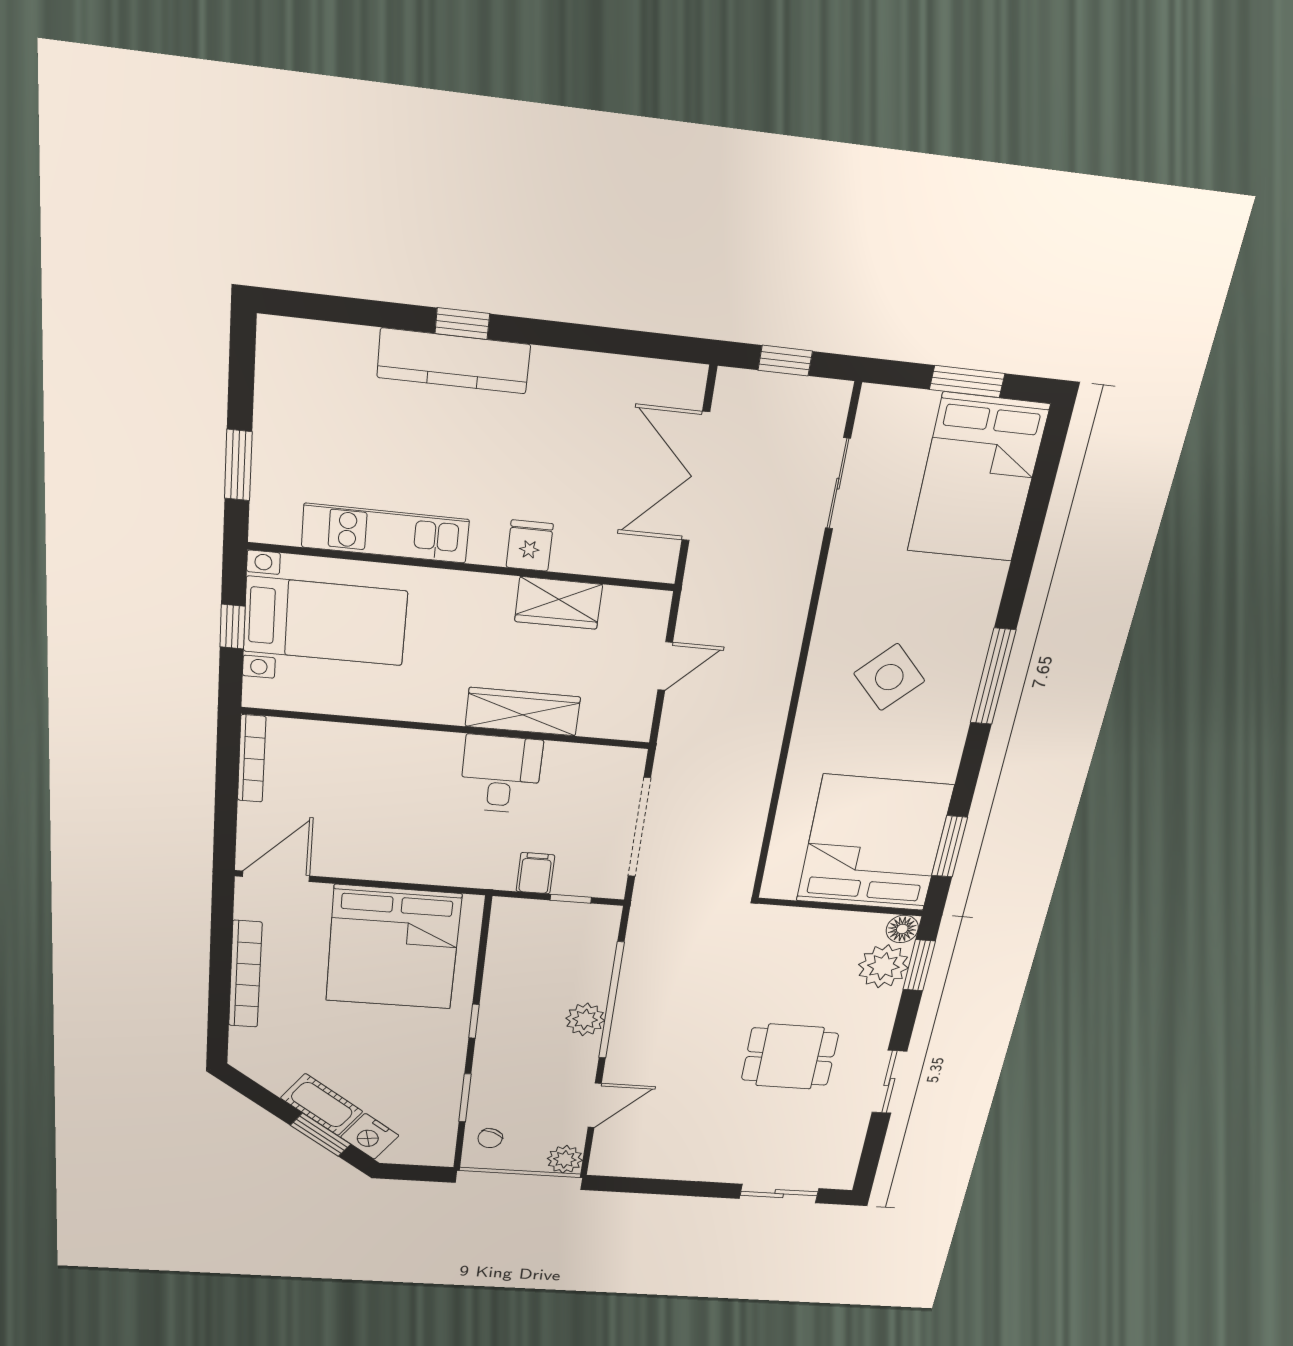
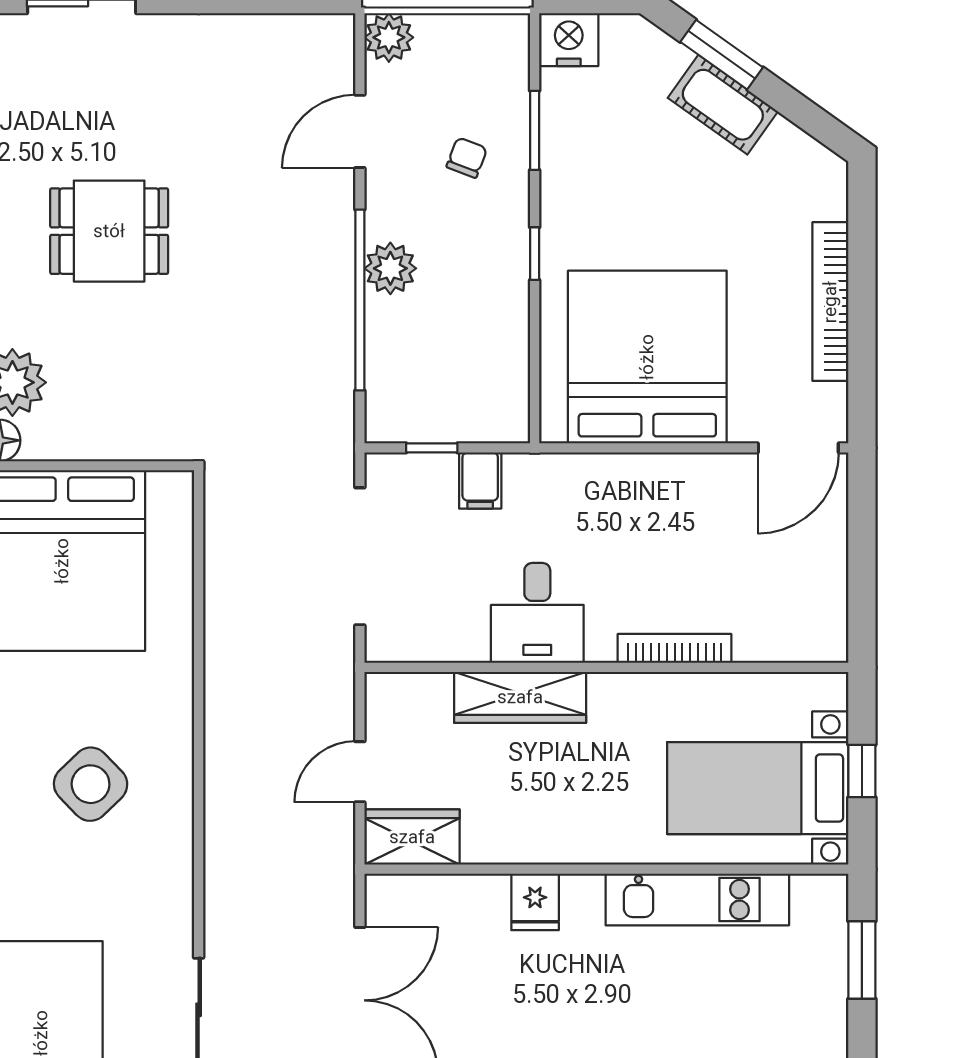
wardrobe: (559, 603) -> (412, 837), moved
bookcase: (252, 759) -> (675, 648), moved, turned 90
nightstand: (370, 1136) -> (569, 40), moved, turned -35
chair: (490, 1138) -> (467, 158), moved

